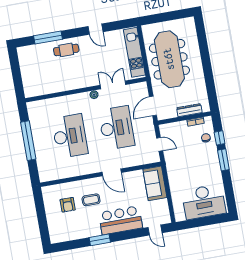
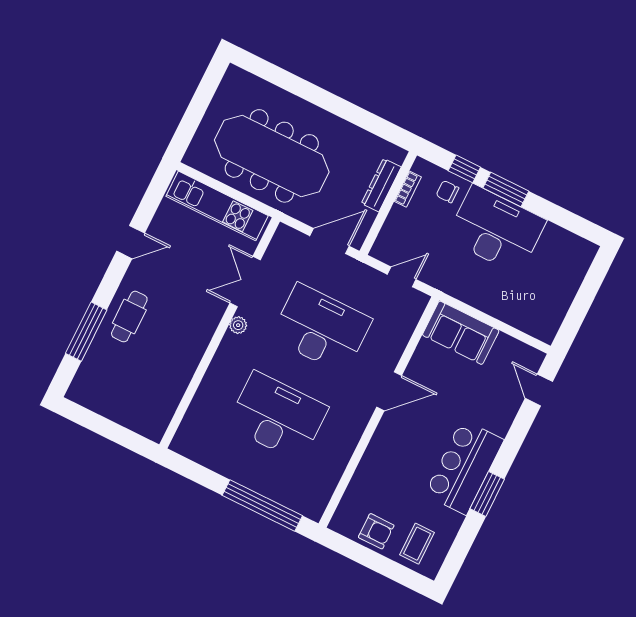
door: (153, 106) -> (330, 241), swing flipped
window: (28, 141) -> (262, 505), moved
coffee table: (91, 200) -> (417, 544), moved
desk: (204, 202) -> (496, 230), moved, turned -90
armchair: (68, 205) -> (376, 531), moved
bar counter: (121, 220) -> (464, 467), moved
door: (155, 230) -> (539, 390), swing flipped

